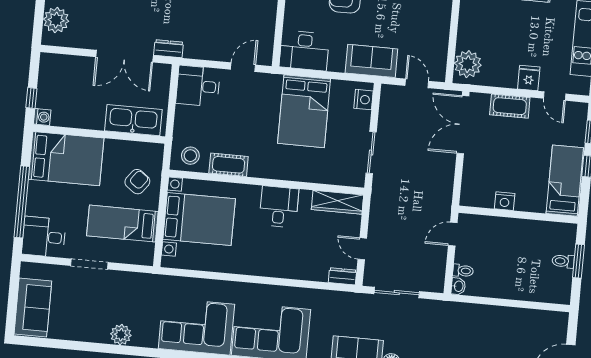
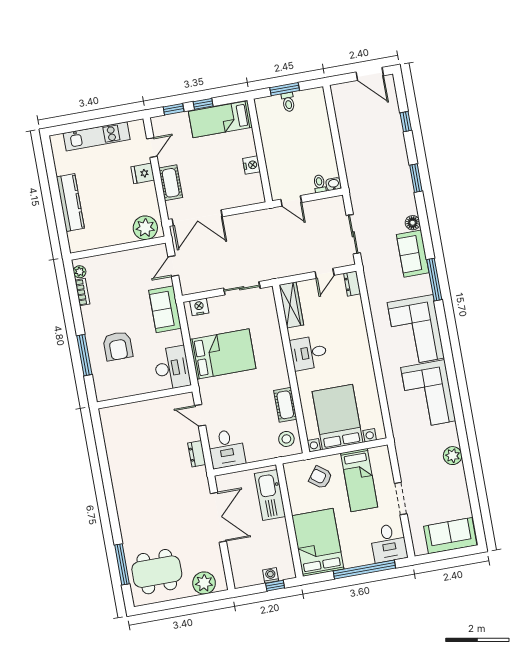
dresser: (169, 49) -> (197, 454), moved
washing machine: (42, 117) -> (271, 575), moved

